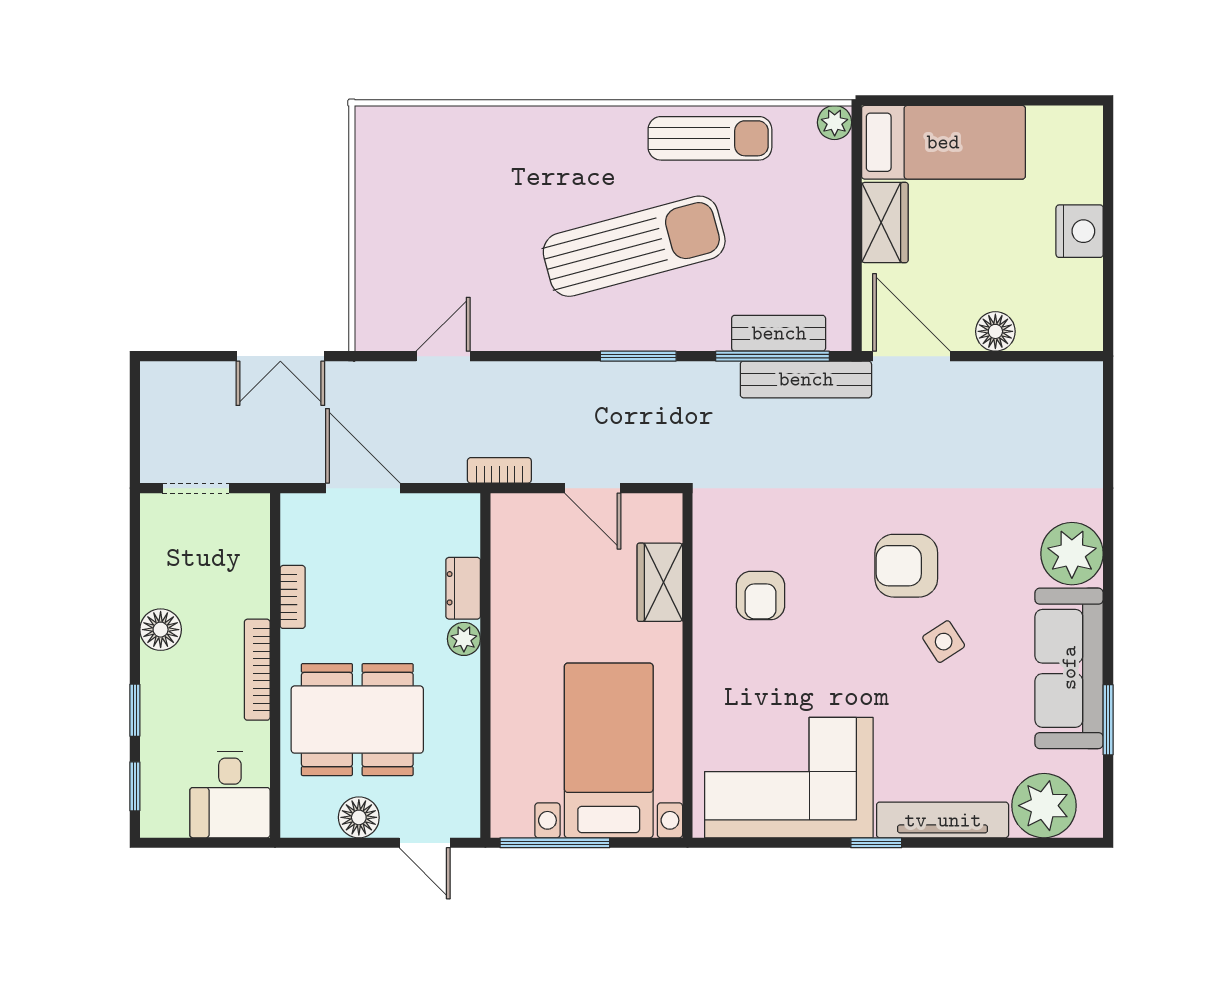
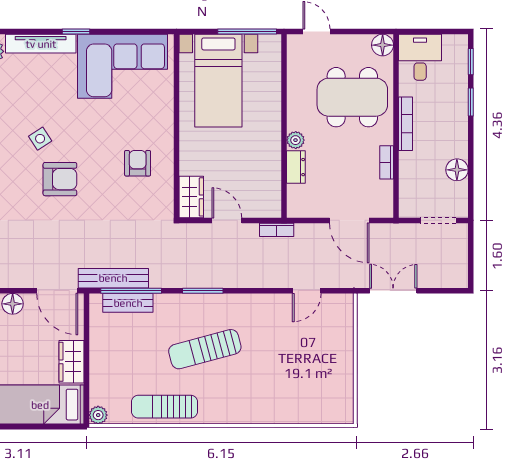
sun lounger: (634, 246) -> (205, 349), width x0.73, depth x0.75
wardrobe: (660, 582) -> (191, 197), moved
floor lamp: (161, 630) -> (457, 170), moved
floor lamp: (359, 817) -> (383, 45), moved

